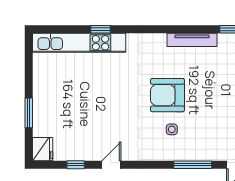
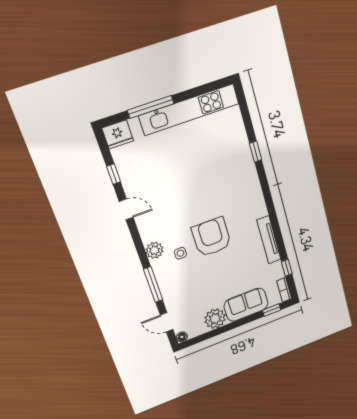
kitchen unit: (79, 43) -> (189, 110), moved, turned -90
window: (29, 113) -> (151, 107), width x1.44
plant: (160, 152) -> (155, 250), added

